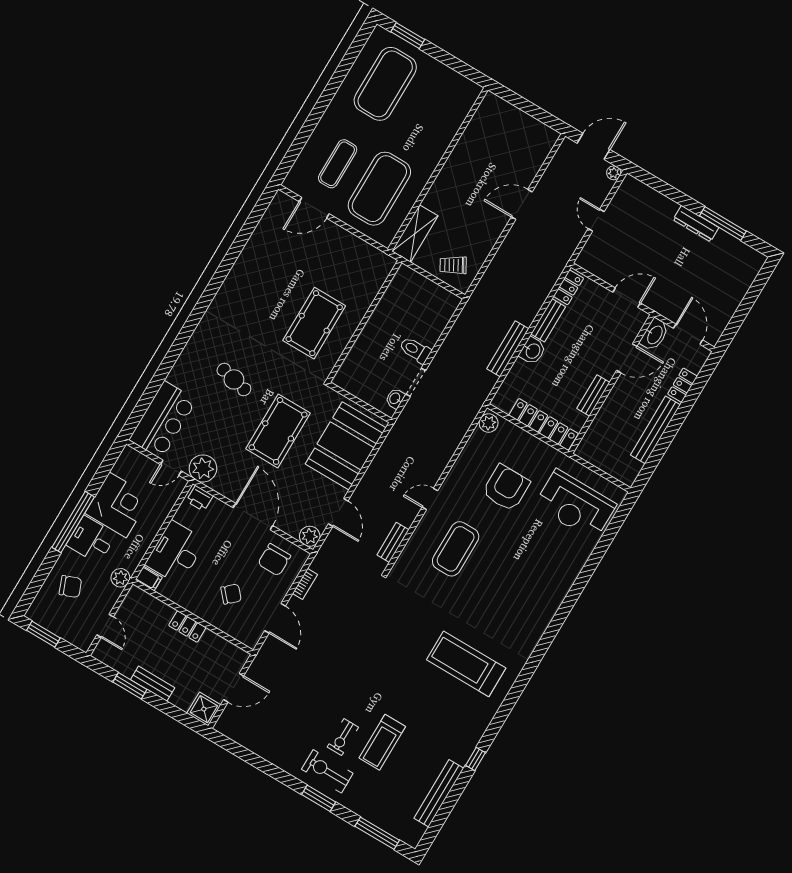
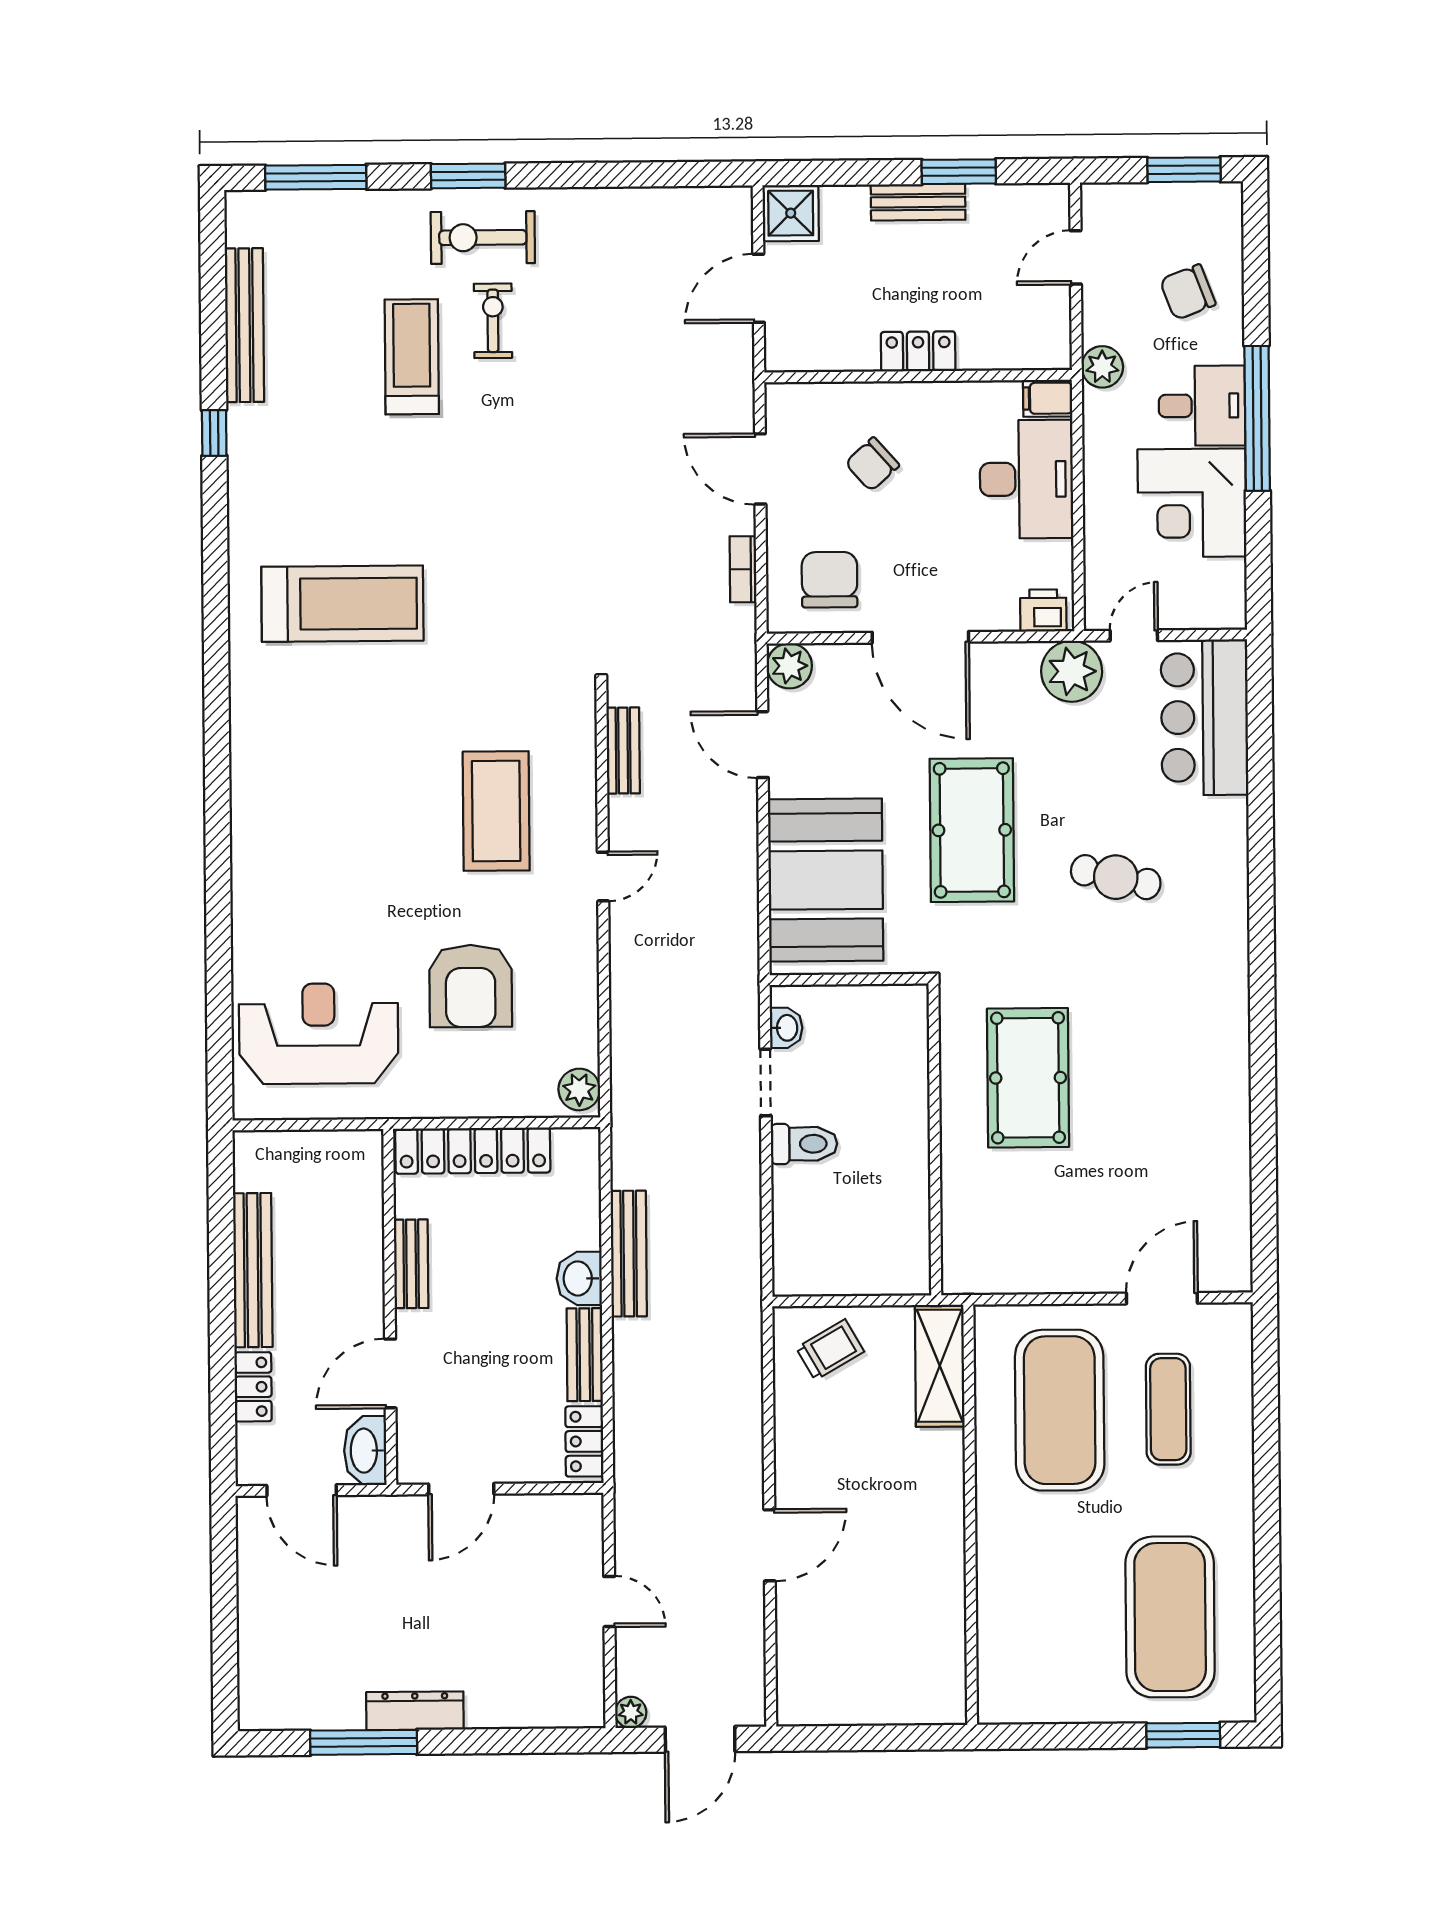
door: (105, 626) -> (1076, 257), hinge flipped
exercise bike: (327, 771) -> (483, 238), turned 180

